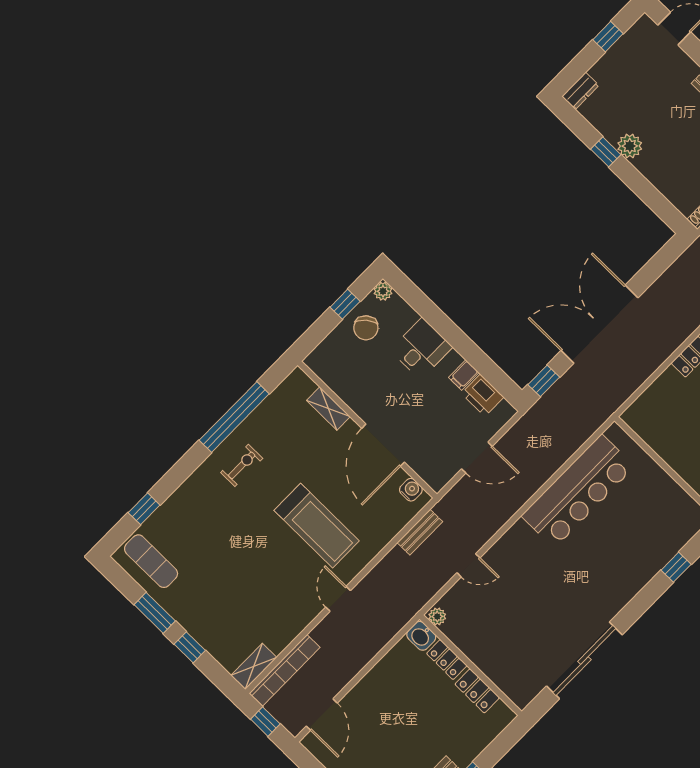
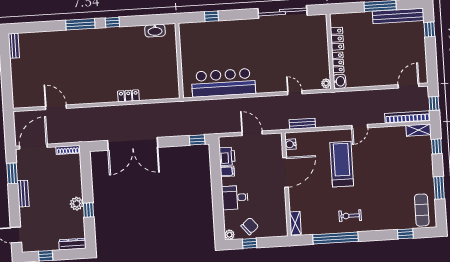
dresser: (580, 91) -> (73, 244), width x1.44
double door: (600, 324) -> (133, 144), moved
shelving: (328, 409) -> (295, 223), moved
window: (190, 647) -> (437, 146), moved

